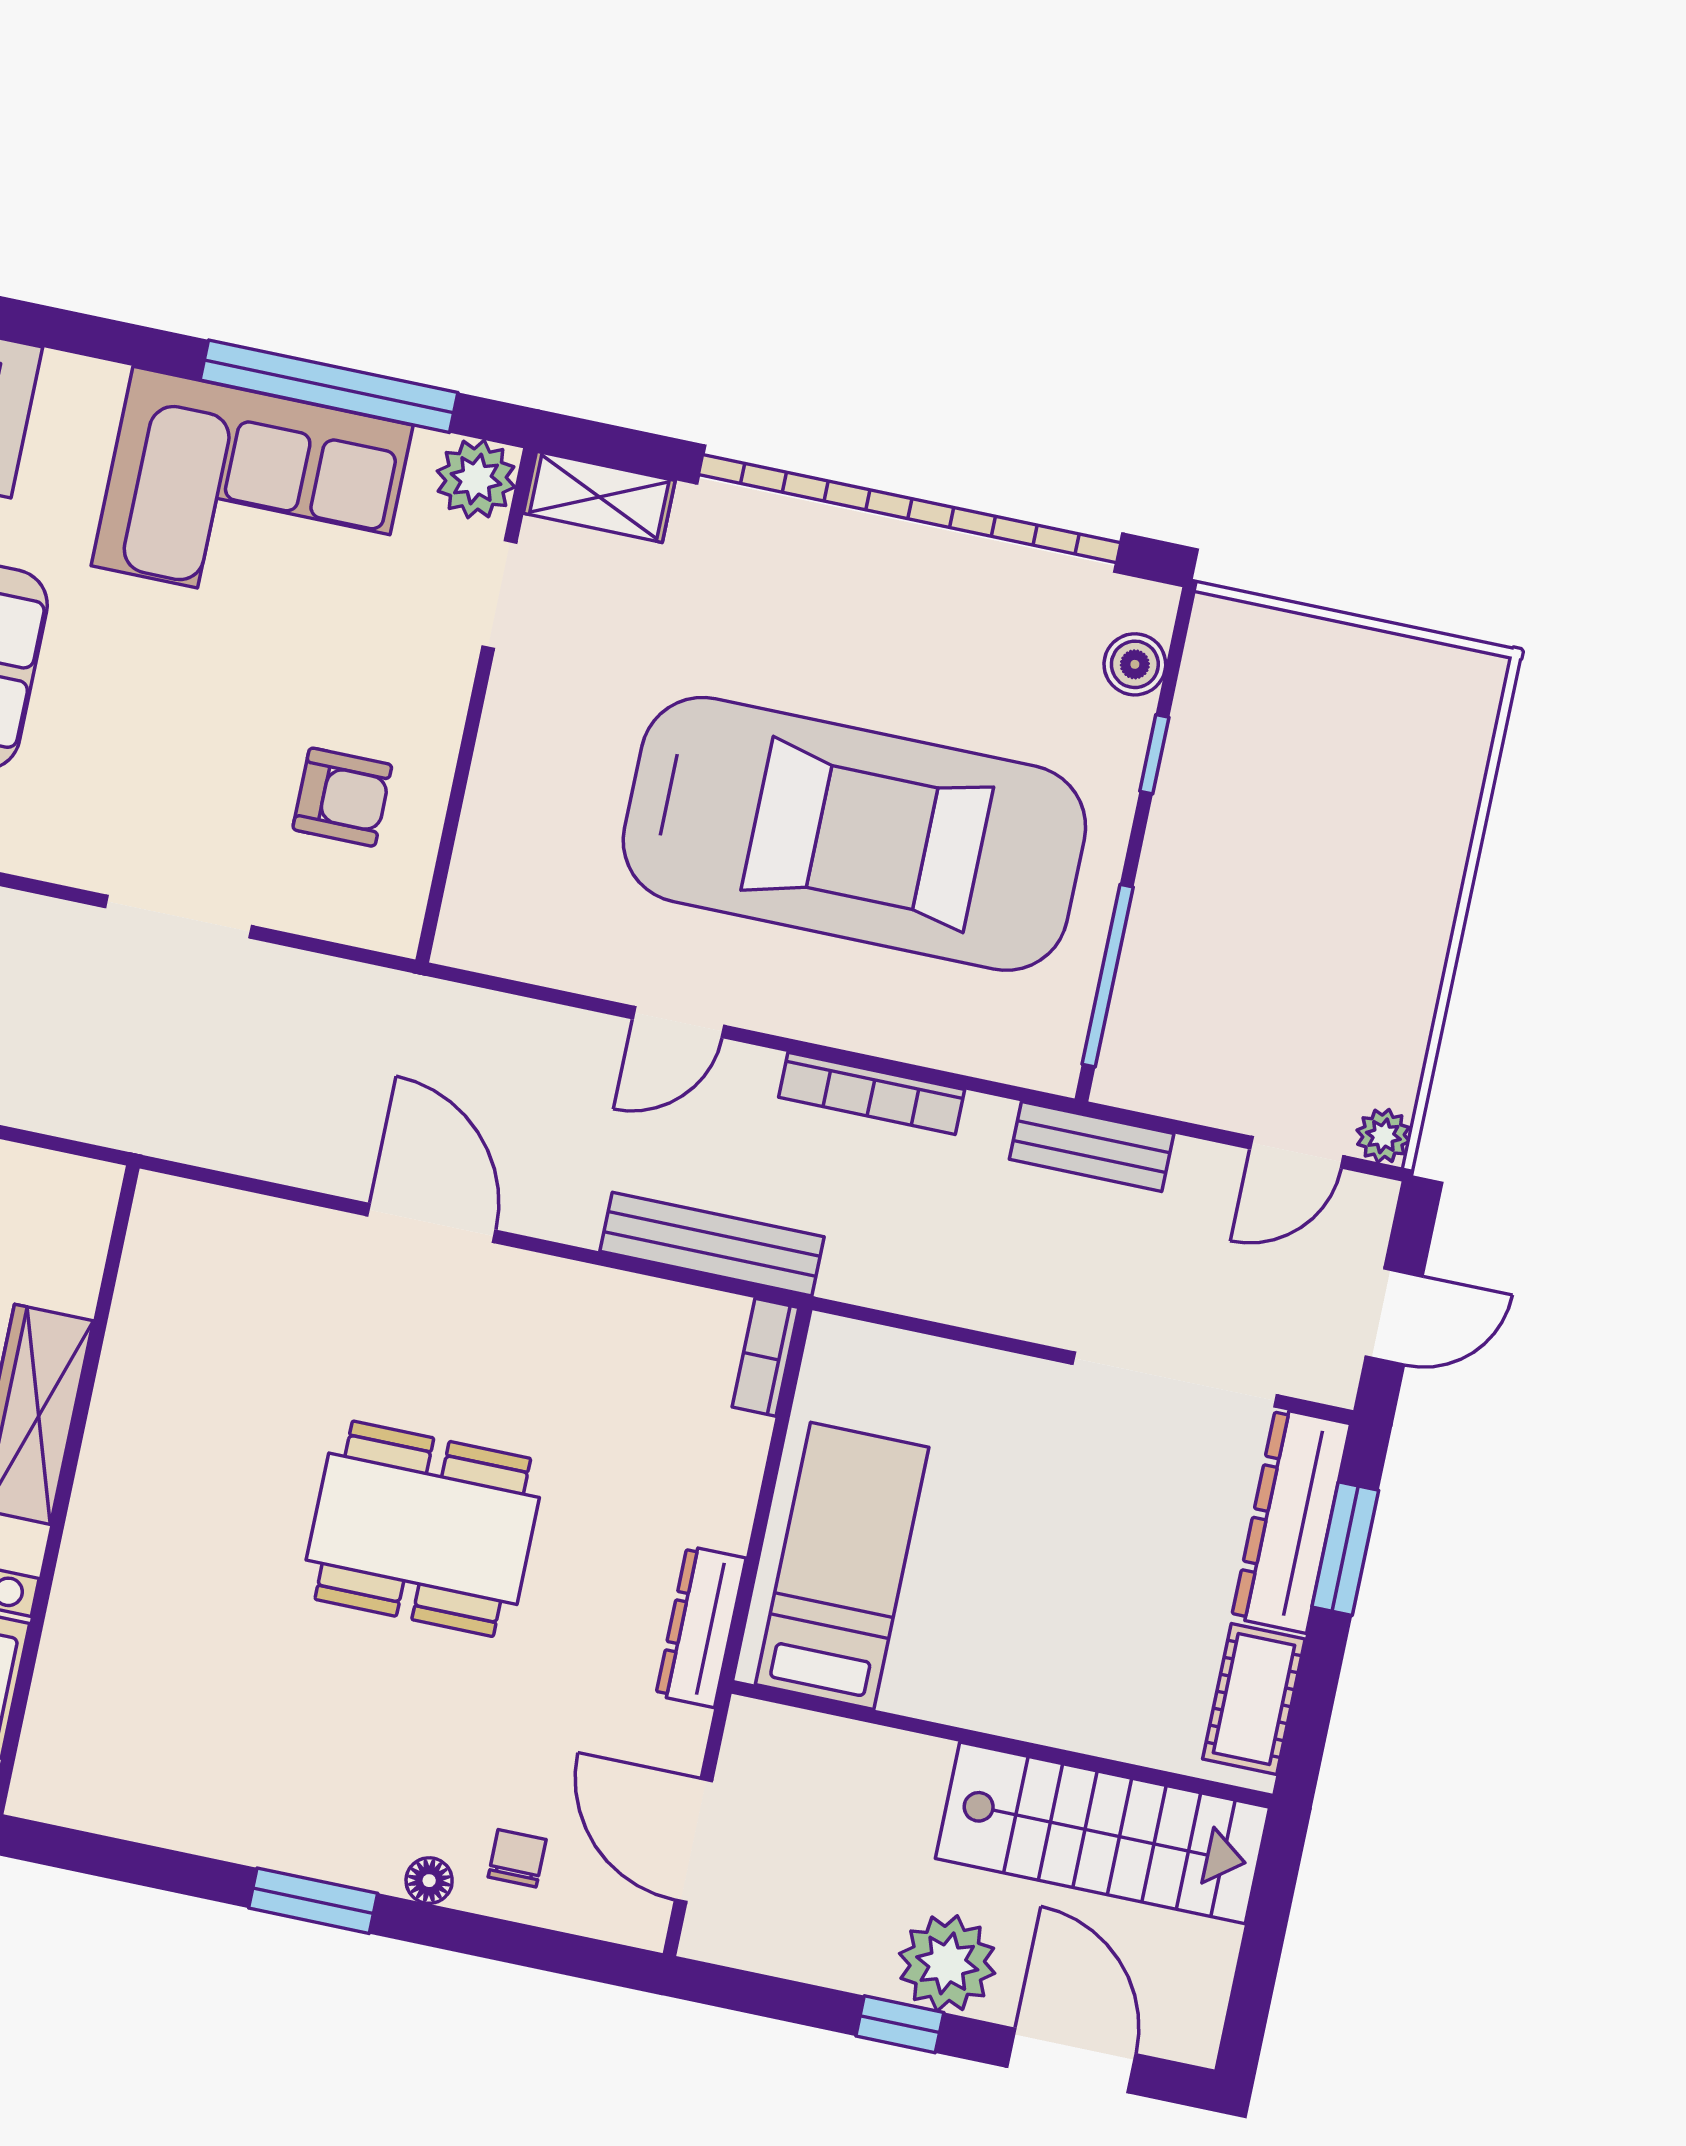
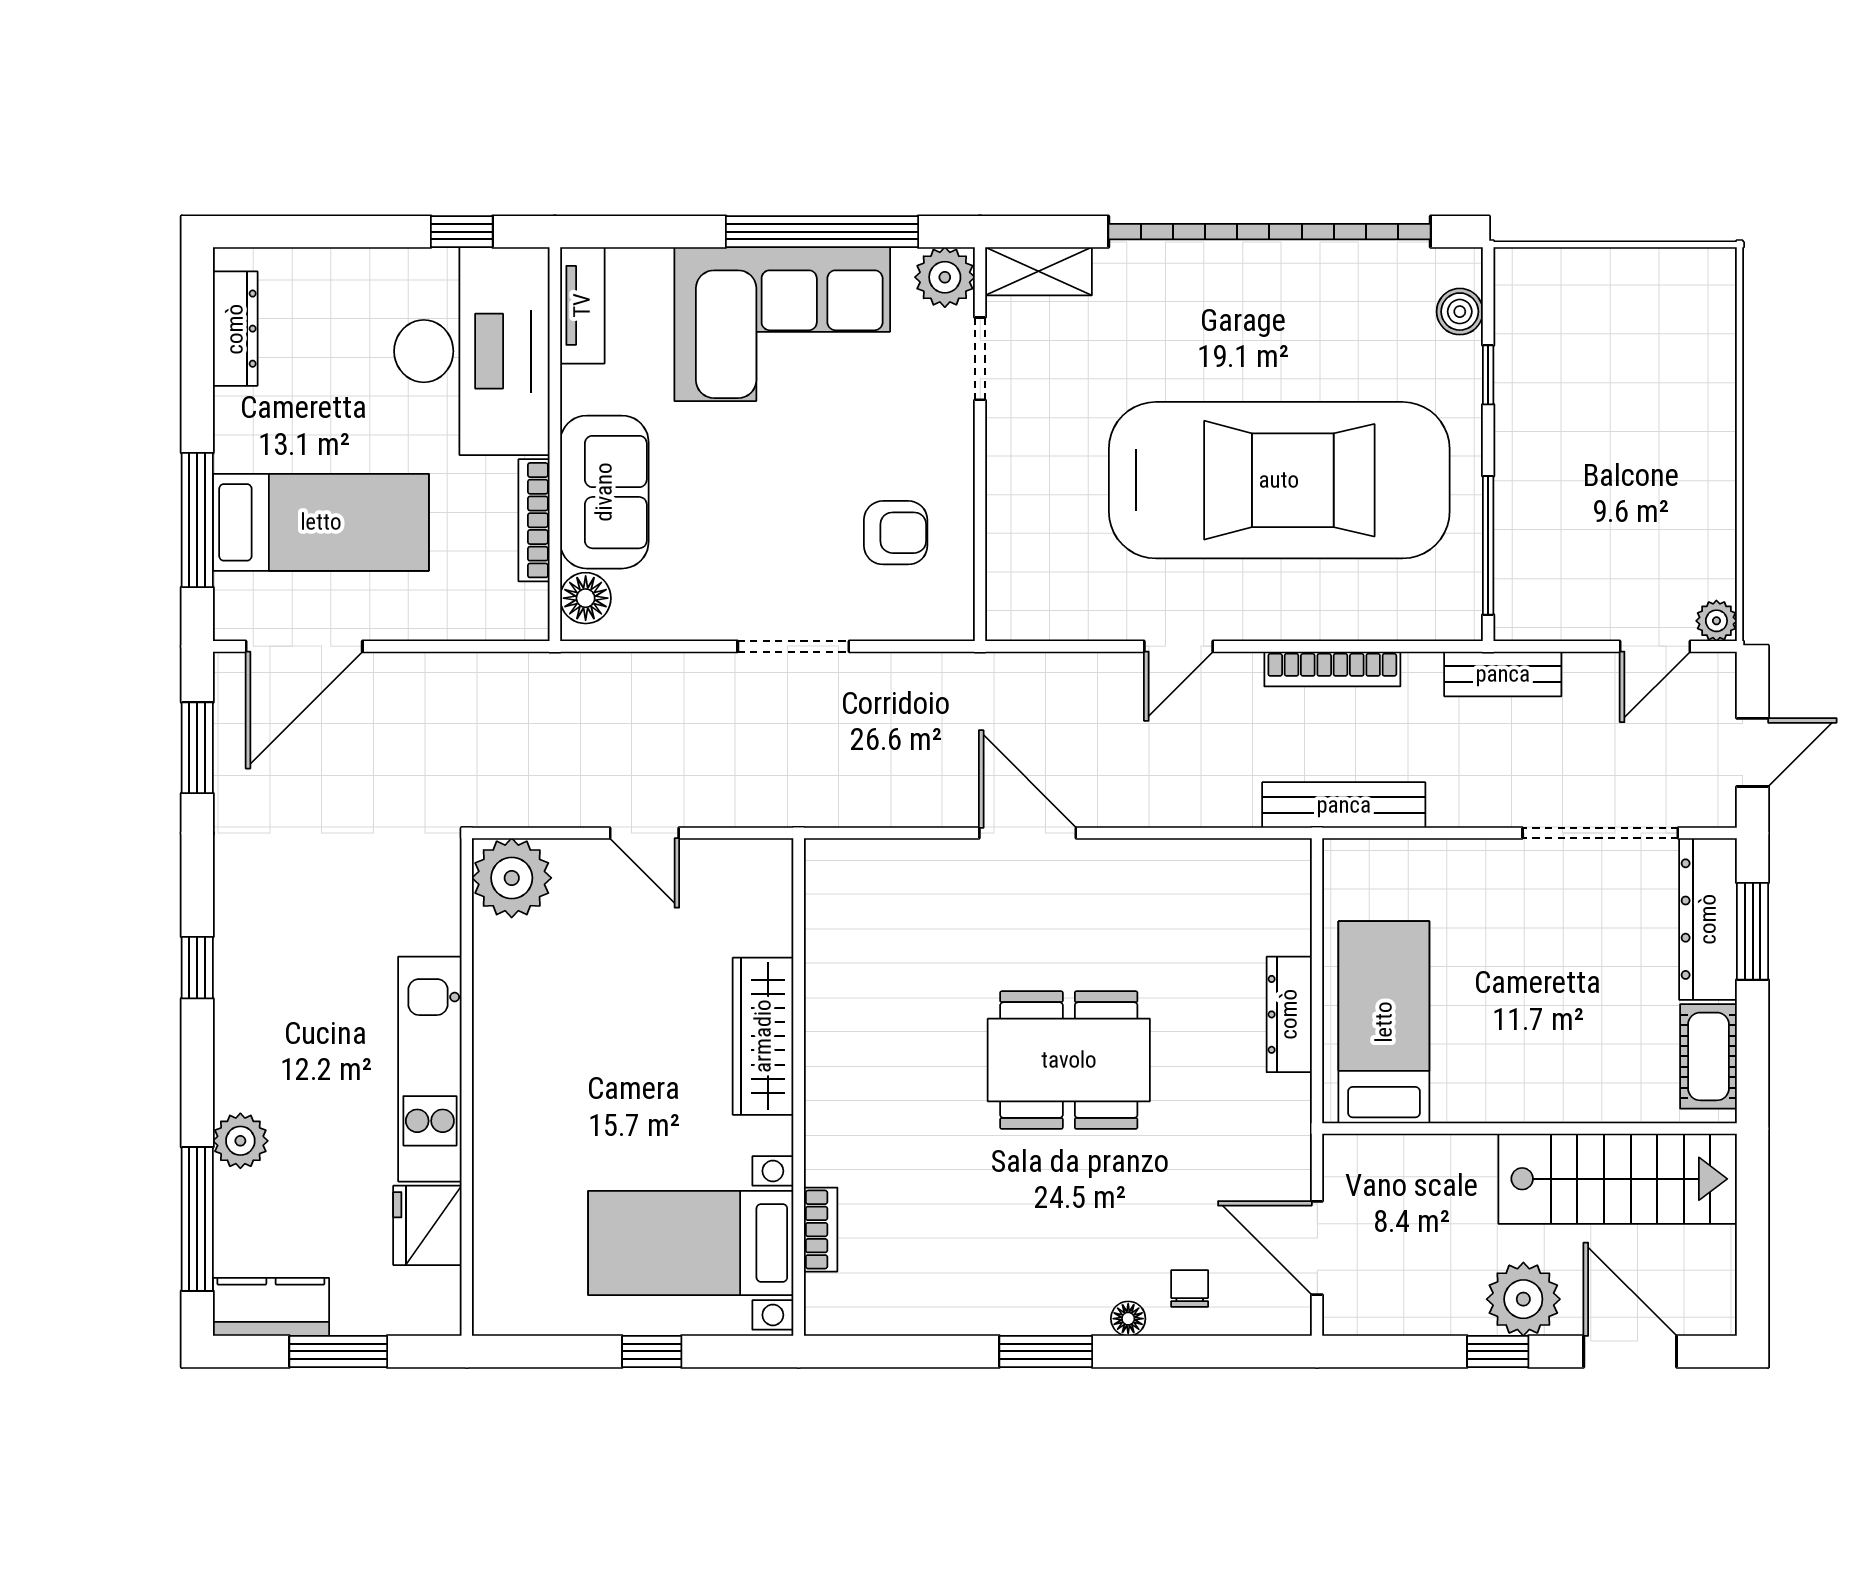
bench: (712, 1244) -> (1344, 805), moved
bookcase: (766, 1357) -> (821, 1230), moved, turned 180
dresser: (701, 1627) -> (1289, 1014), moved

